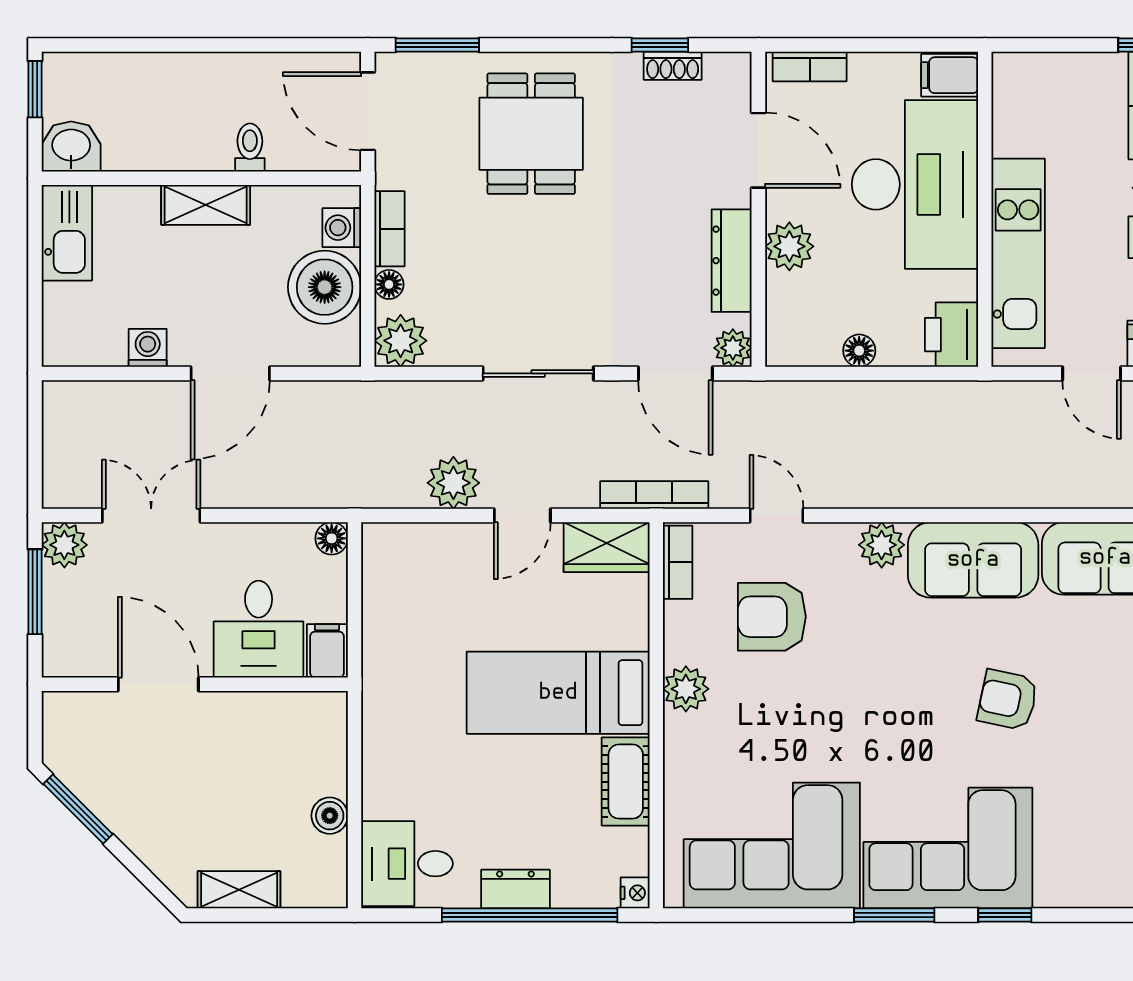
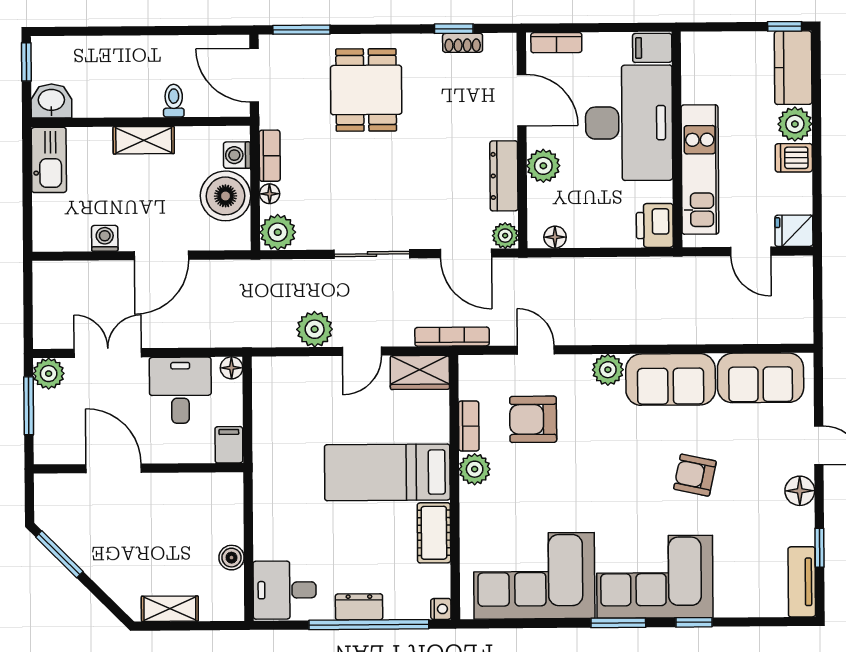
floor lamp: (859, 351) -> (555, 237), moved
bookcase: (678, 562) -> (469, 426), moved
desk: (259, 629) -> (180, 390), moved, turned 180

